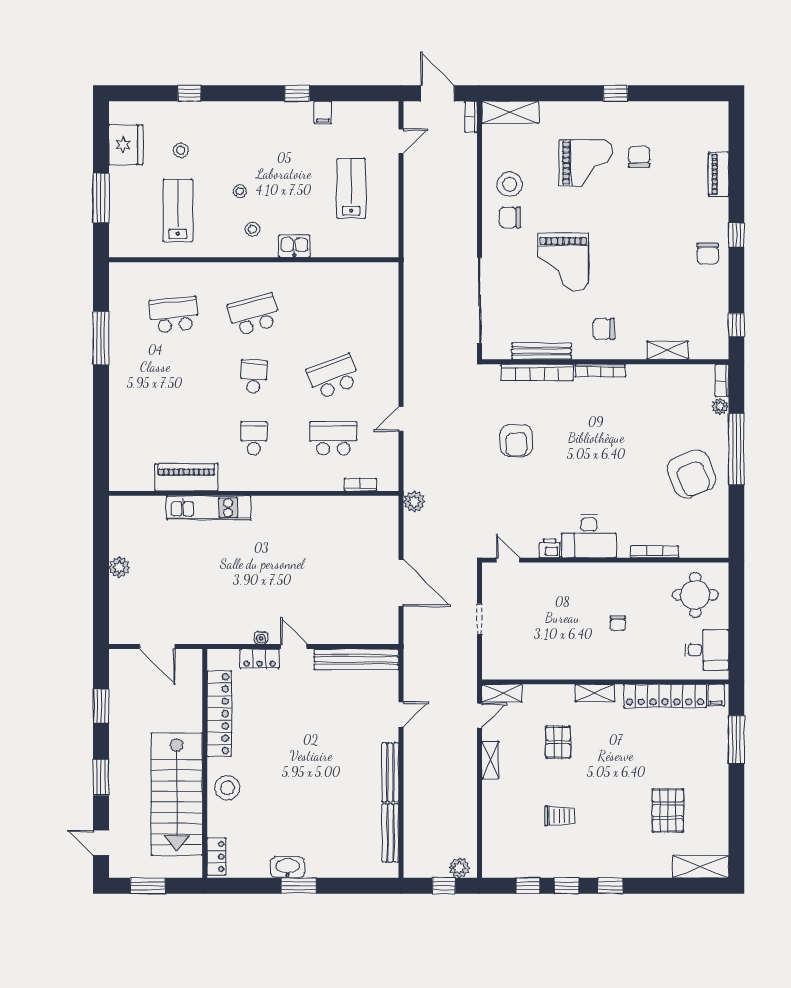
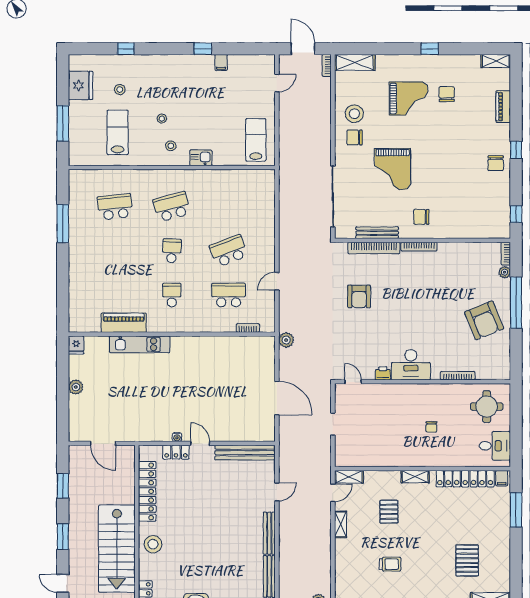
lab bench: (351, 188) -> (256, 140), moved
shelving: (668, 350) -> (496, 61), moved
fridge: (120, 509) -> (76, 345), added

